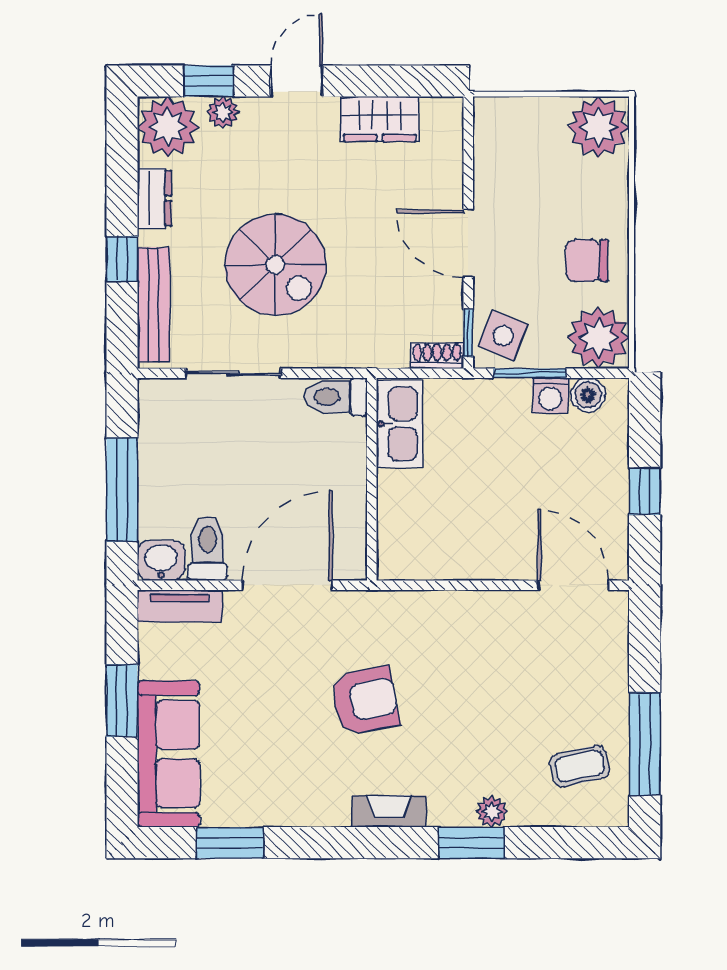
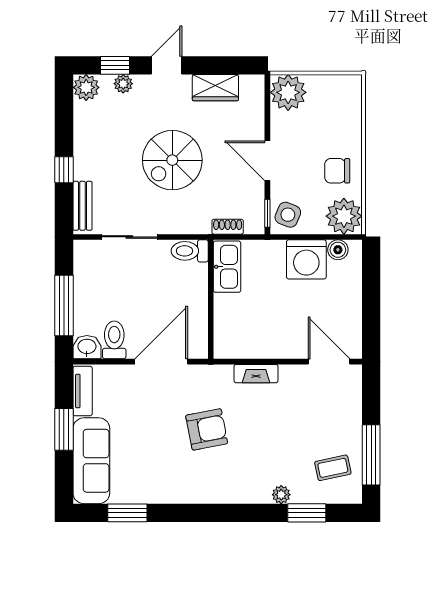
plant: (168, 127) -> (86, 87), width x0.73, depth x0.73
plant: (598, 127) -> (288, 92), moved
dresser: (154, 198) -> (83, 134), removed
spiral stairs: (276, 265) -> (172, 160), moved, turned 90
bench: (154, 305) -> (82, 206), width x0.73
shoe rack: (437, 356) -> (228, 227), moved
window: (530, 373) -> (304, 237), removed
washing machine: (550, 396) -> (306, 259), width x1.89, depth x1.89
window: (645, 492) -> (371, 307), removed
tv unit: (180, 606) -> (83, 391), moved, turned -90
fireplace: (389, 811) -> (256, 374), moved, turned 180
window: (472, 843) -> (307, 513), moved

